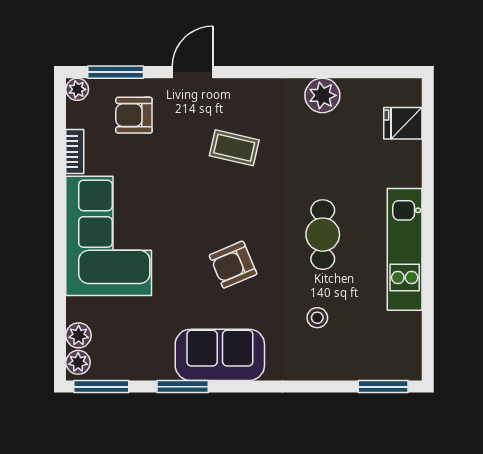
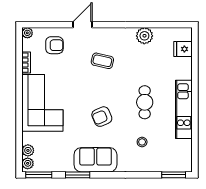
window: (116, 72) -> (46, 25), removed
armchair: (134, 115) -> (54, 45), turned 180

